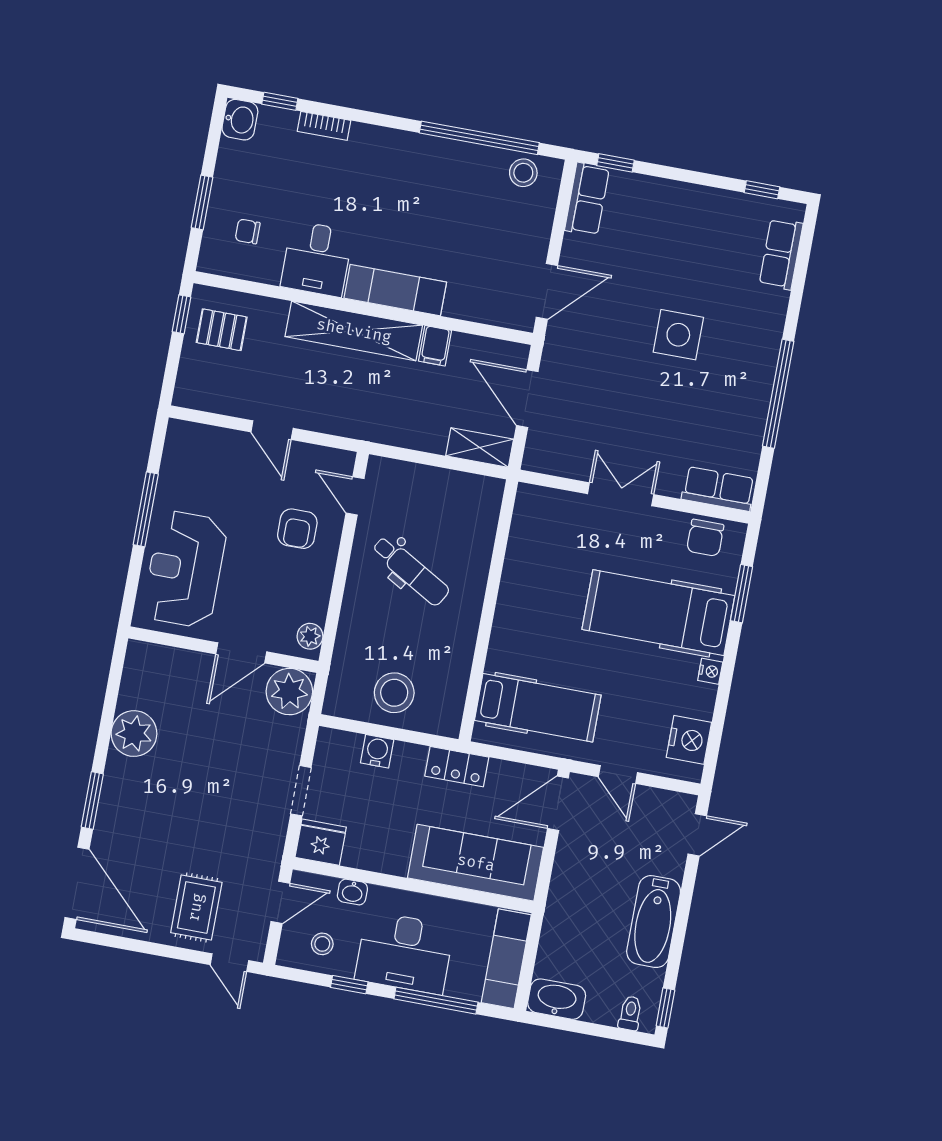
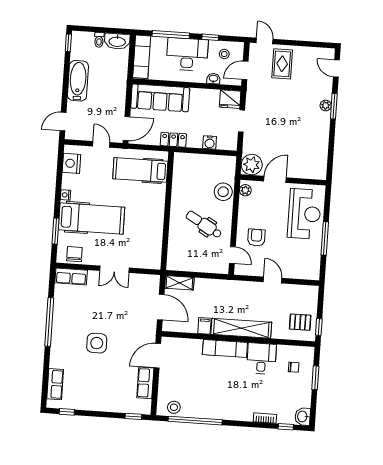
row of seats: (587, 199) -> (145, 383), moved
stool: (394, 693) -> (223, 192), moved
plant: (134, 734) -> (326, 106), moved, width x0.53, depth x0.53
door: (77, 883) -> (336, 68), width x0.53
toilet: (630, 1013) -> (99, 40), moved

